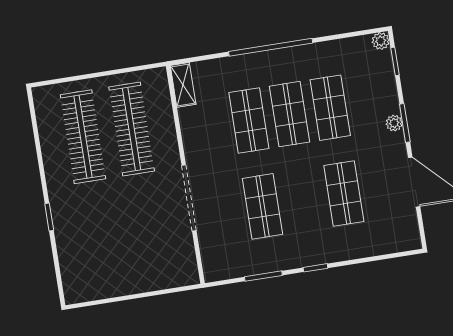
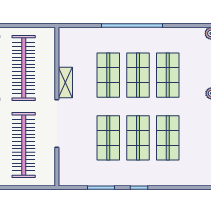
shelving: (183, 85) -> (65, 82), moved
shop shelf: (303, 200) -> (138, 138), added
clothes rail: (148, 235) -> (24, 145), added

